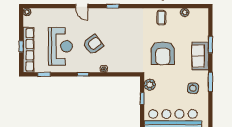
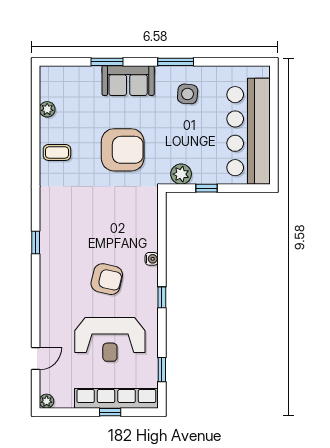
door: (82, 6) -> (36, 359), moved
armchair: (93, 45) -> (107, 279), turned 140
reception desk: (60, 46) -> (110, 339), turned 180

